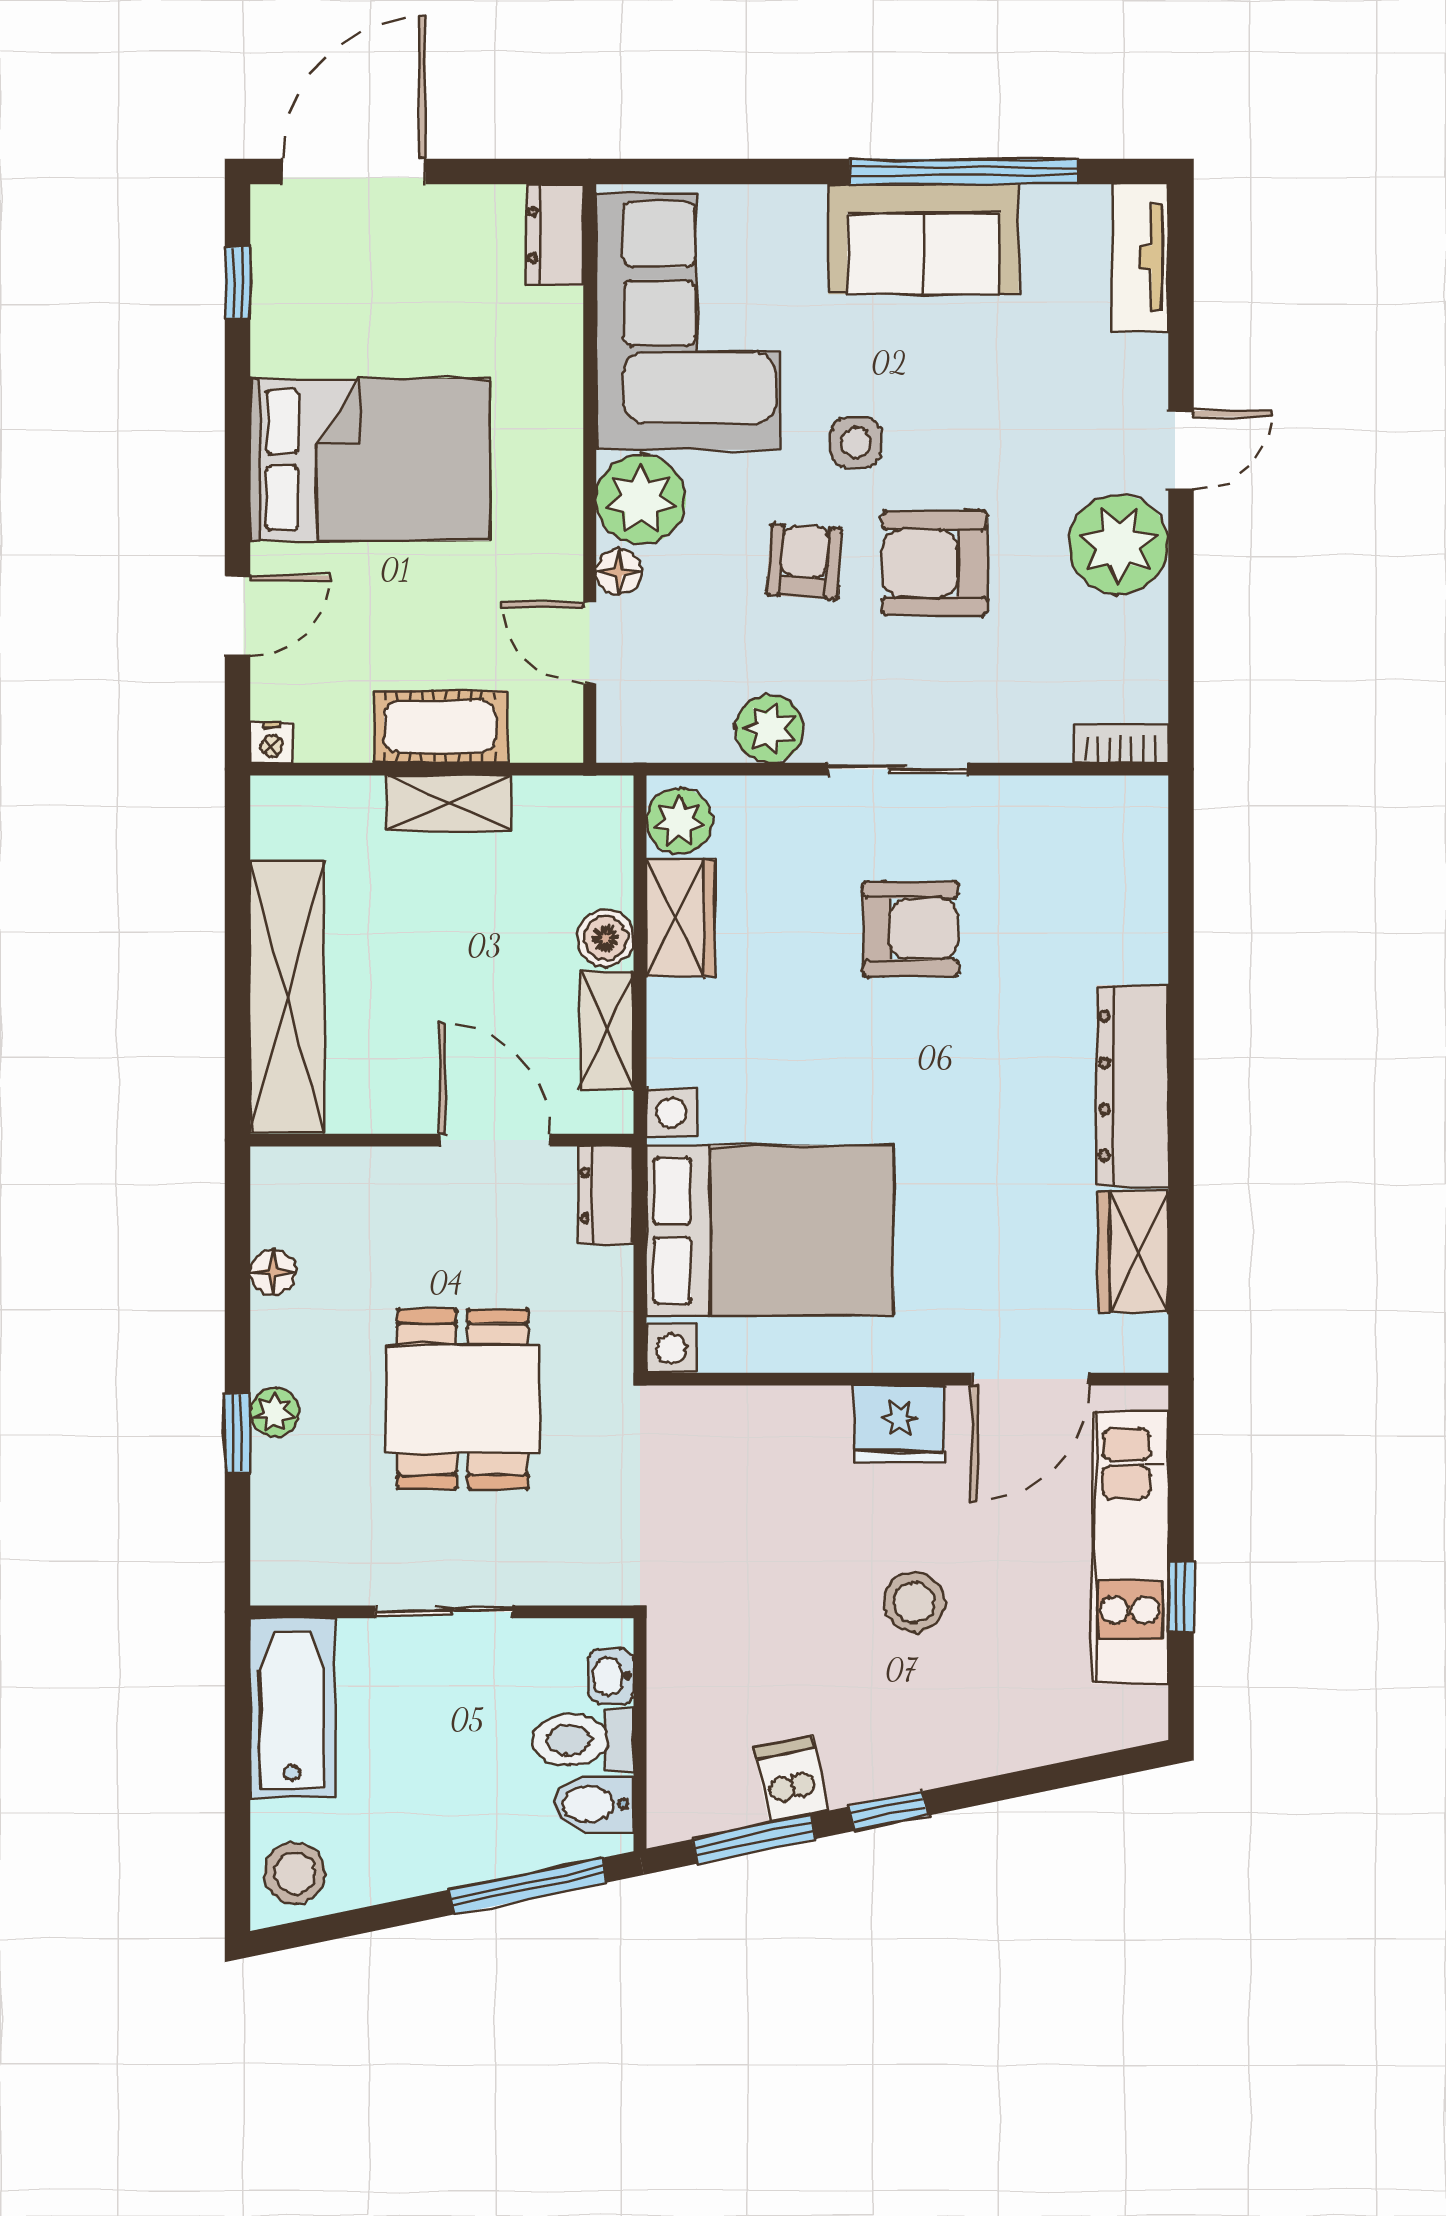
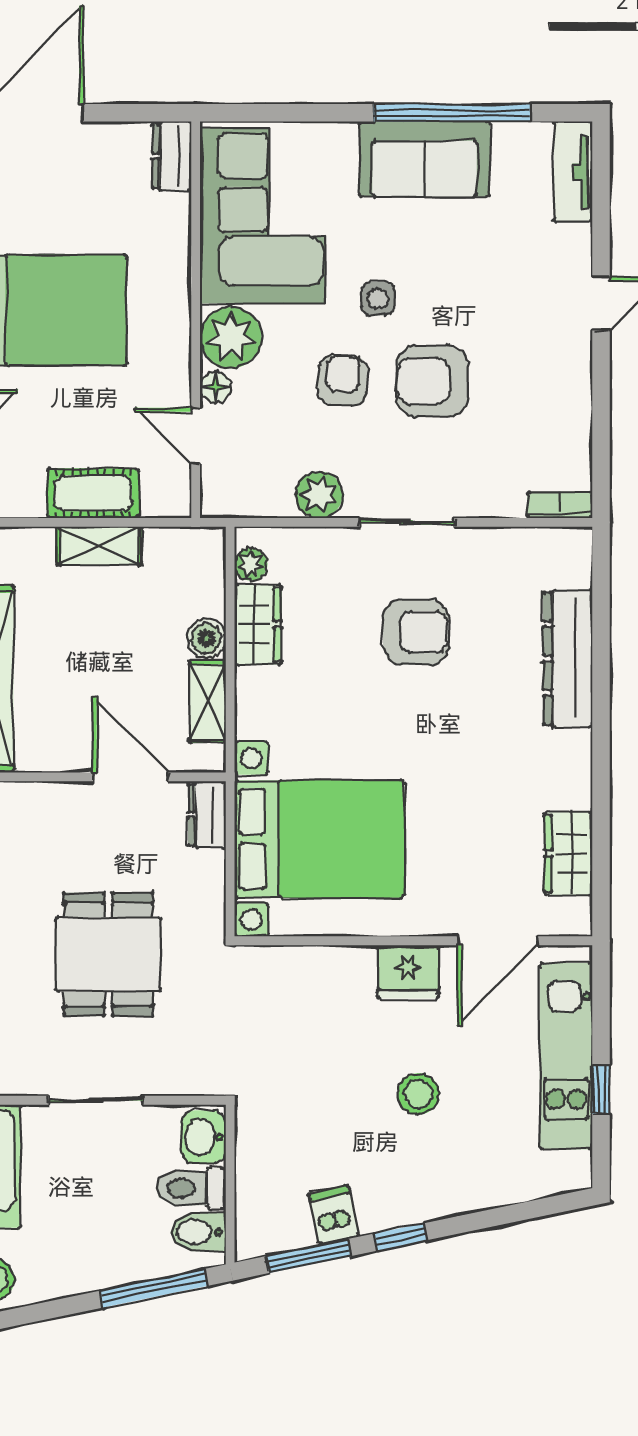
plant: (1119, 544) -> (558, 368), removed
plant: (679, 821) -> (251, 564), width x0.73, depth x0.73
dresser: (1132, 1086) -> (568, 658), moved
washbasin: (611, 1676) -> (203, 1137), width x1.38, depth x1.45

